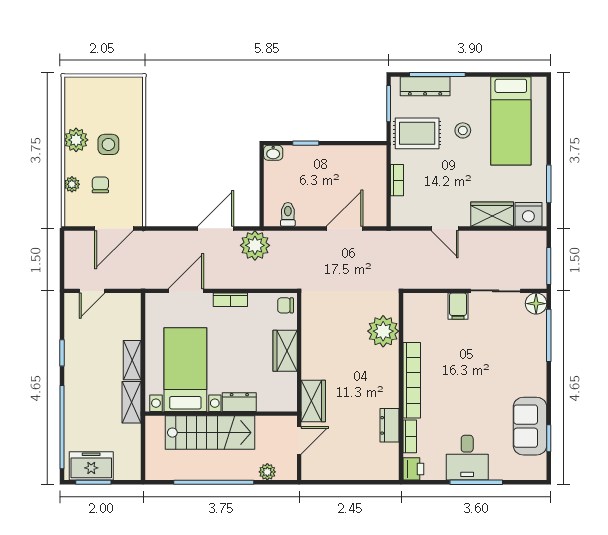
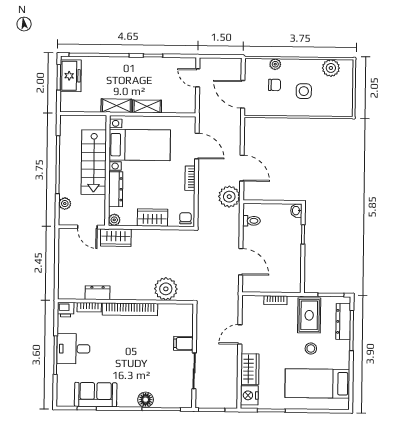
plant: (76, 140) -> (331, 68), moved
floor lamp: (536, 304) -> (146, 400), moved
dresser: (239, 402) -> (116, 189), width x1.44
plant: (289, 403) -> (114, 220), added

